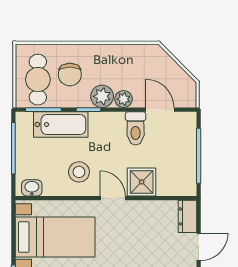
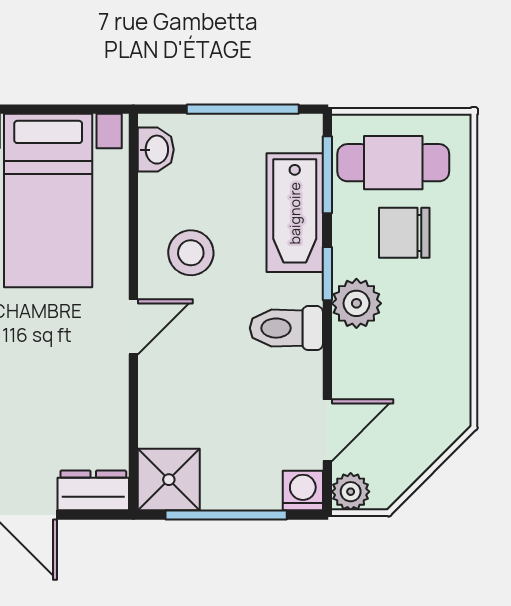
plant: (124, 99) -> (351, 492), moved
washing machine: (188, 121) -> (303, 491), added
toilet: (136, 128) -> (286, 328), moved
shower: (142, 182) -> (169, 480), moved

